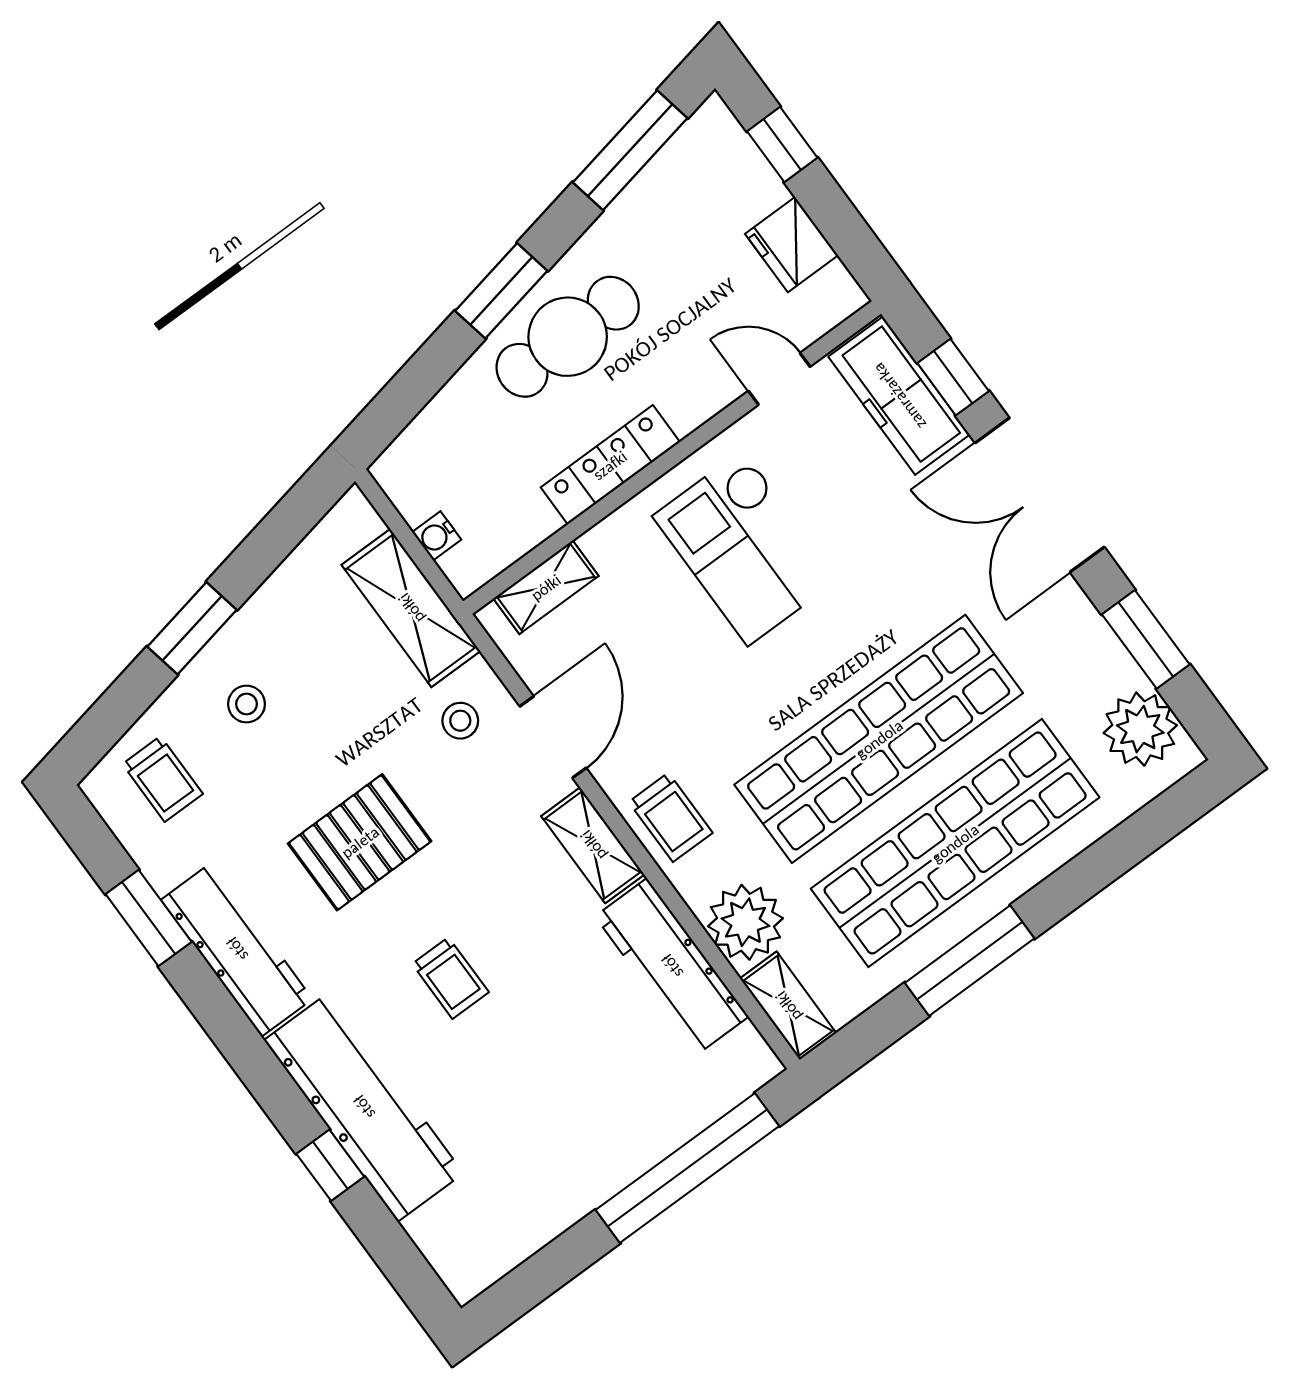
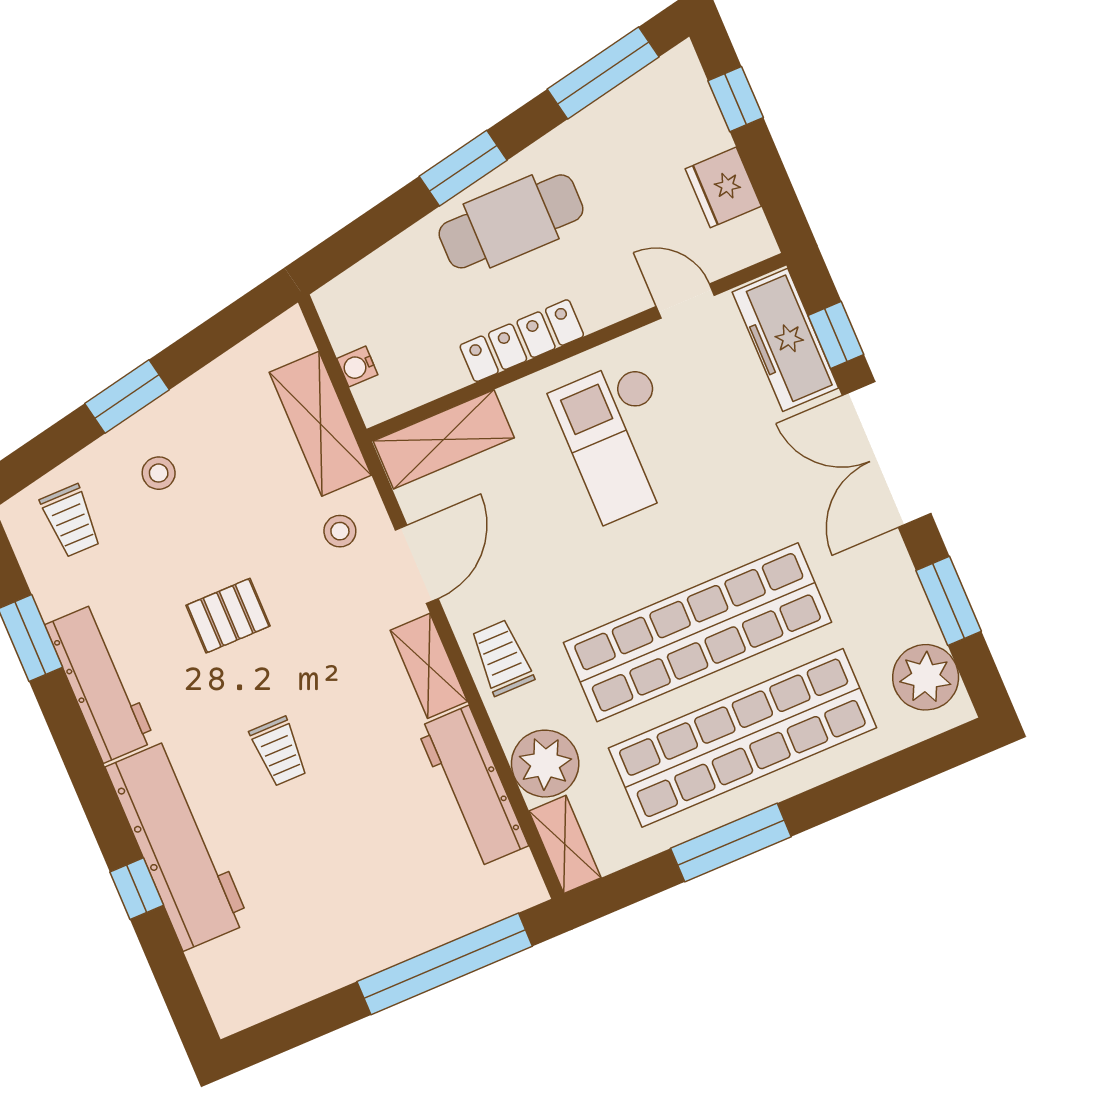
shelving: (546, 587) -> (444, 439), width x1.50, depth x1.33
trolley: (671, 817) -> (502, 658), turned 180
pallet: (360, 842) -> (228, 616), width x0.67, depth x0.71

